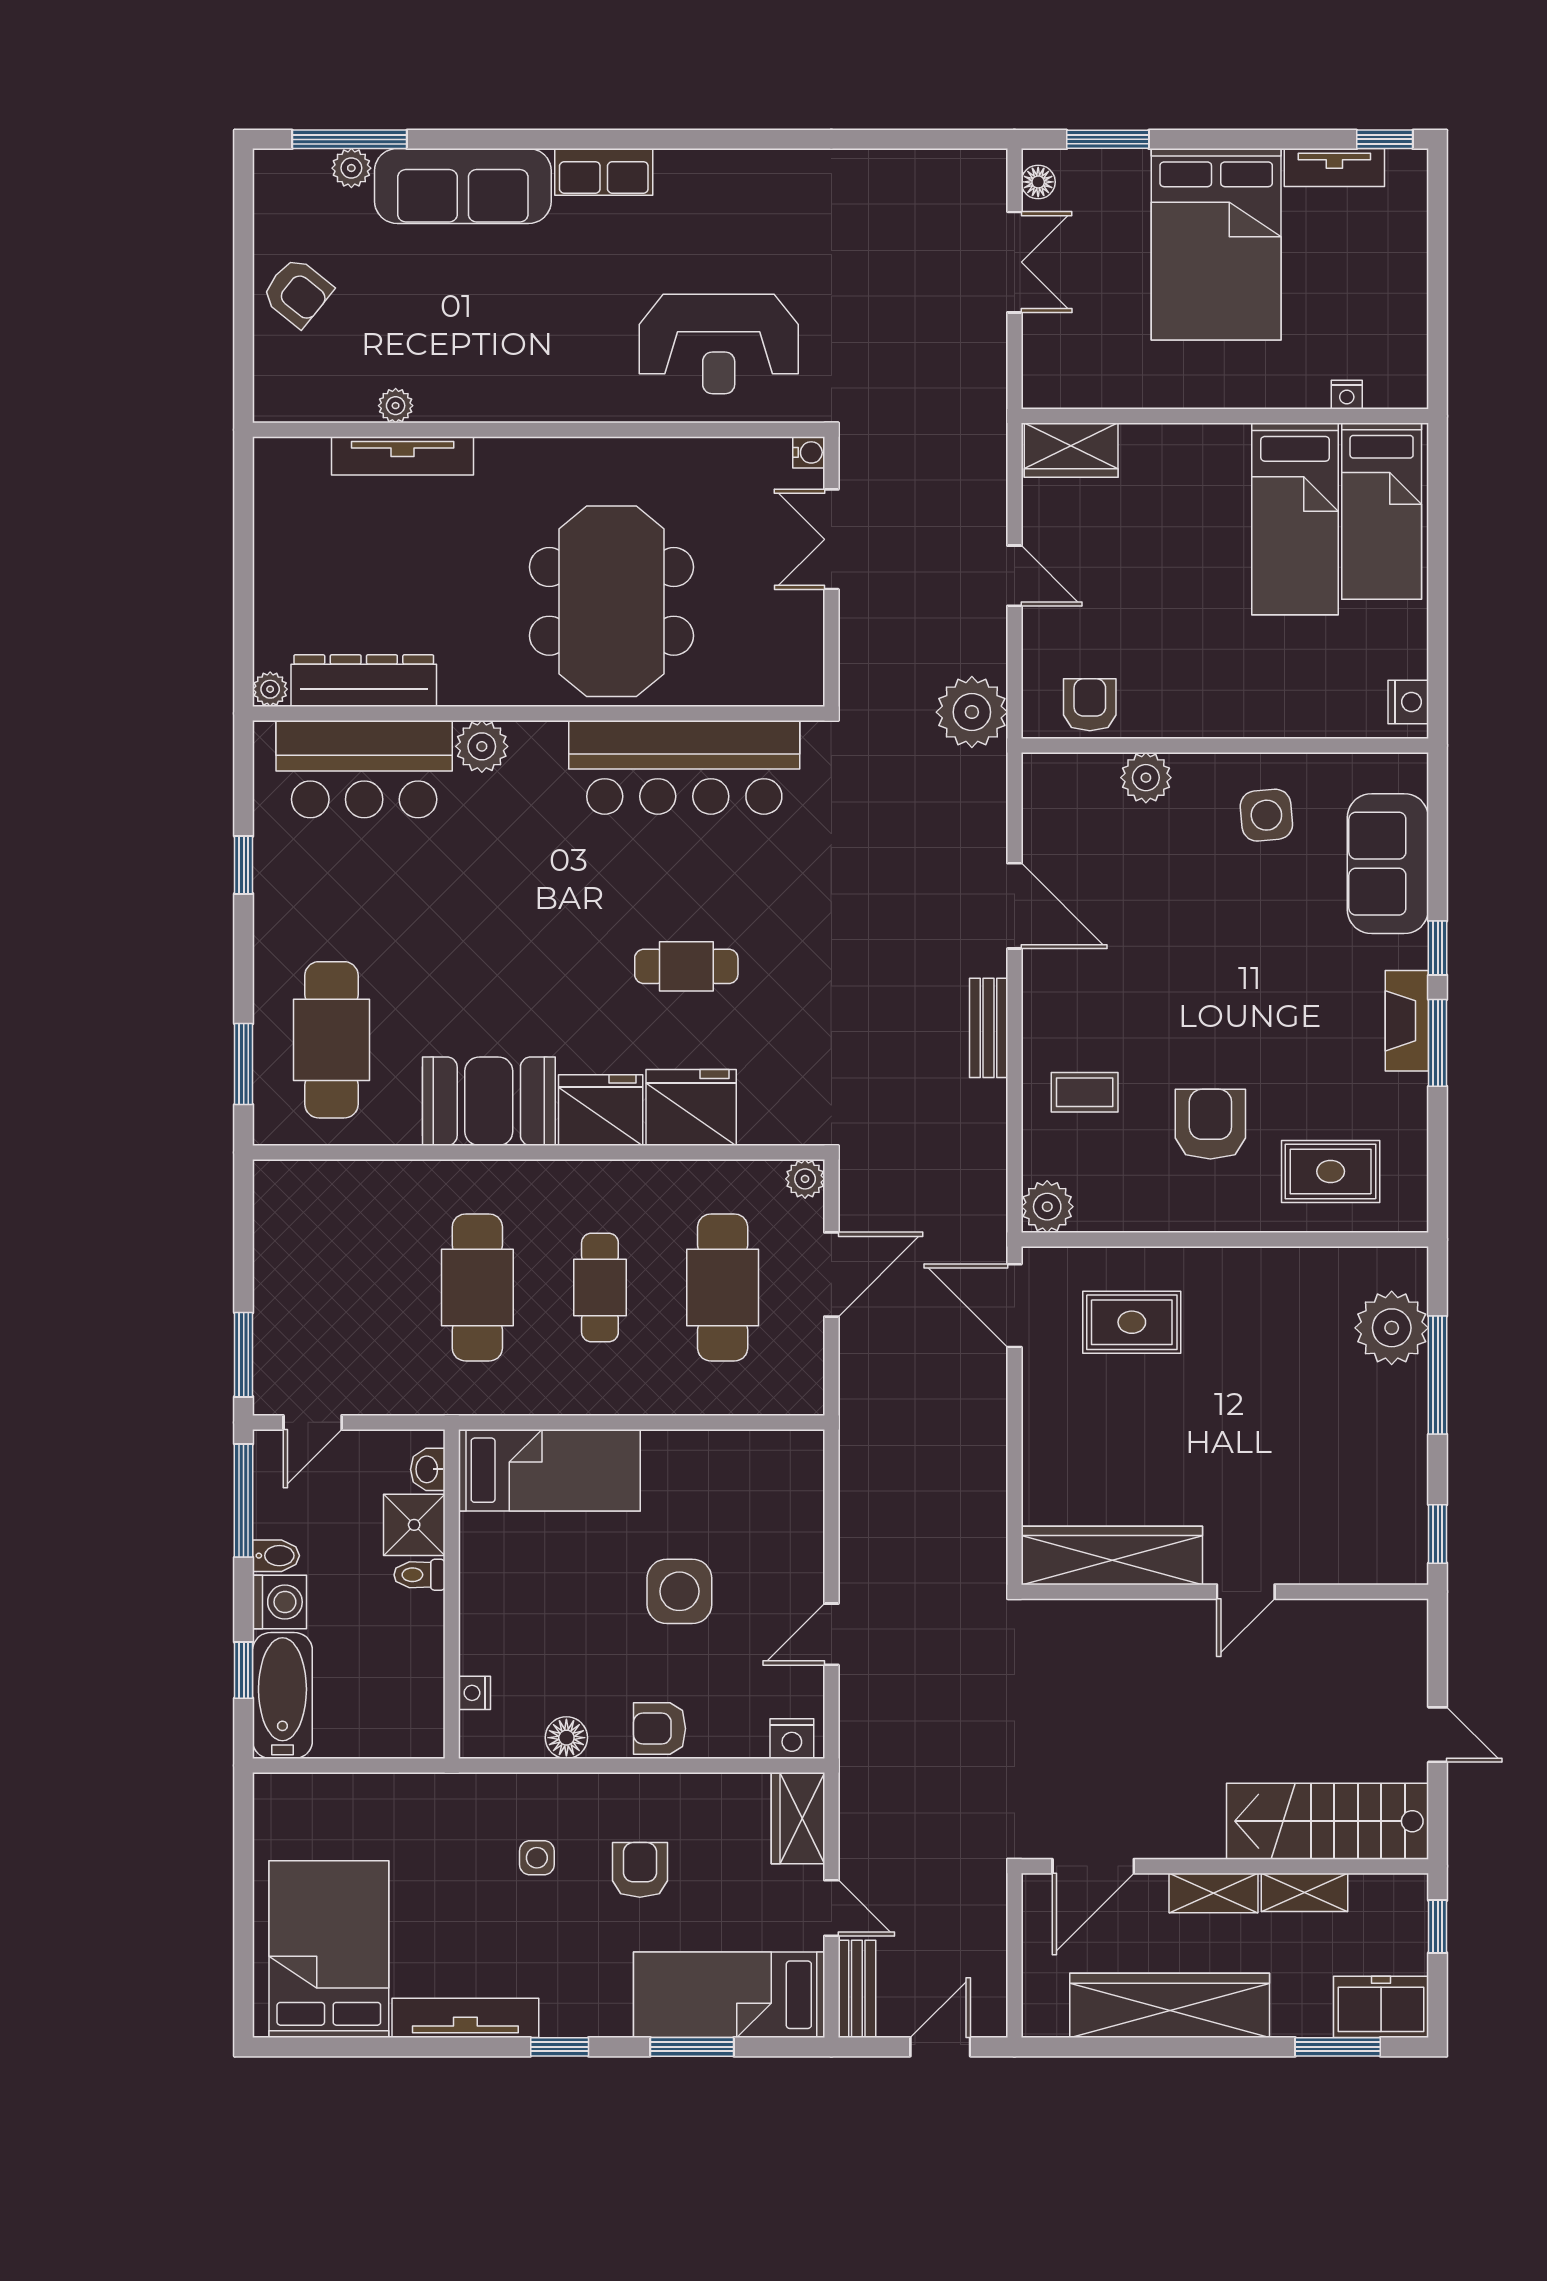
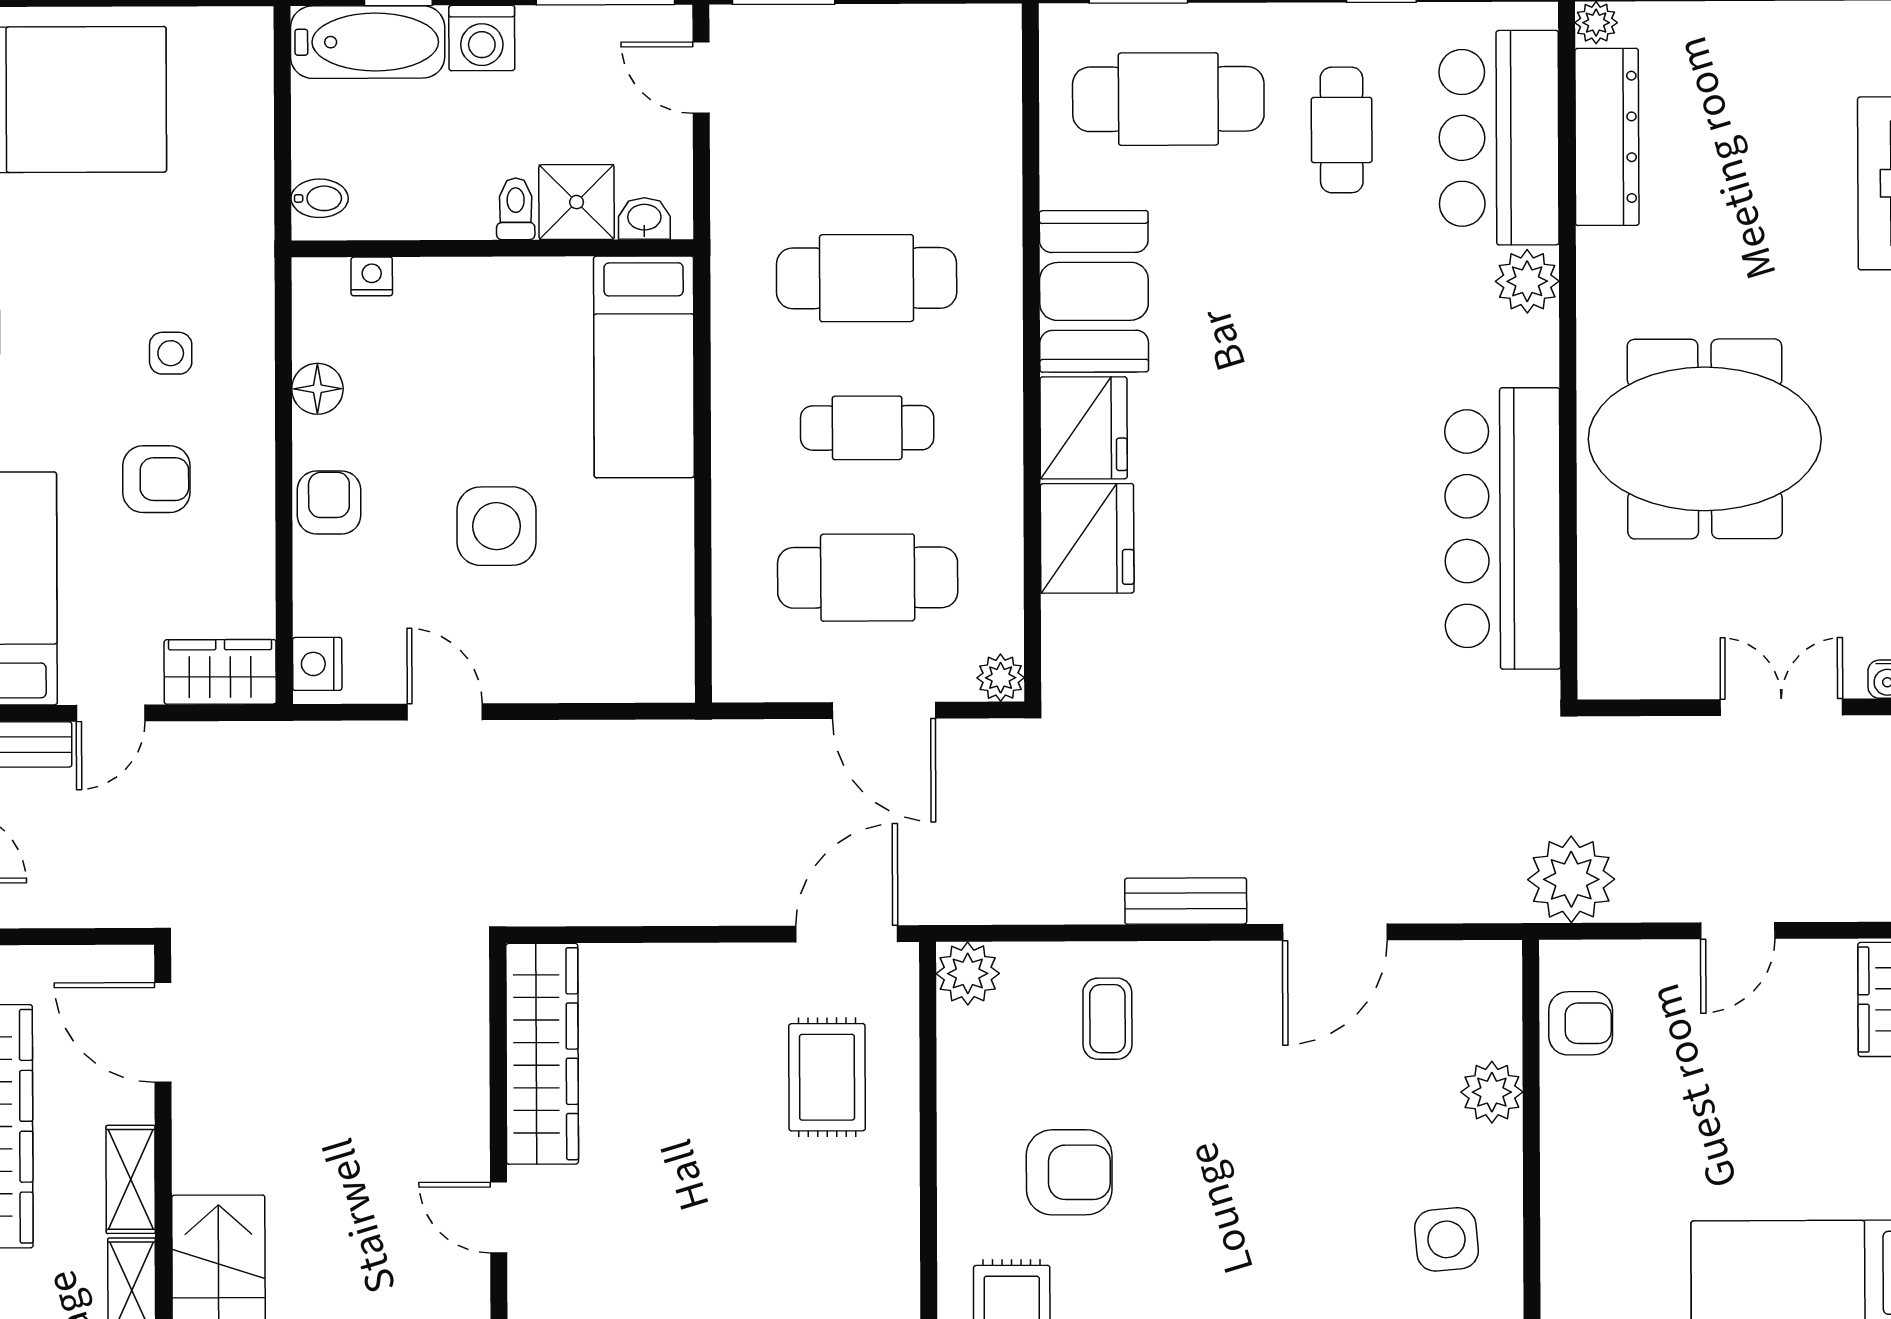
cafe table: (686, 966) -> (1342, 130), moved
bidet: (276, 1556) -> (320, 198), moved, turned -90

